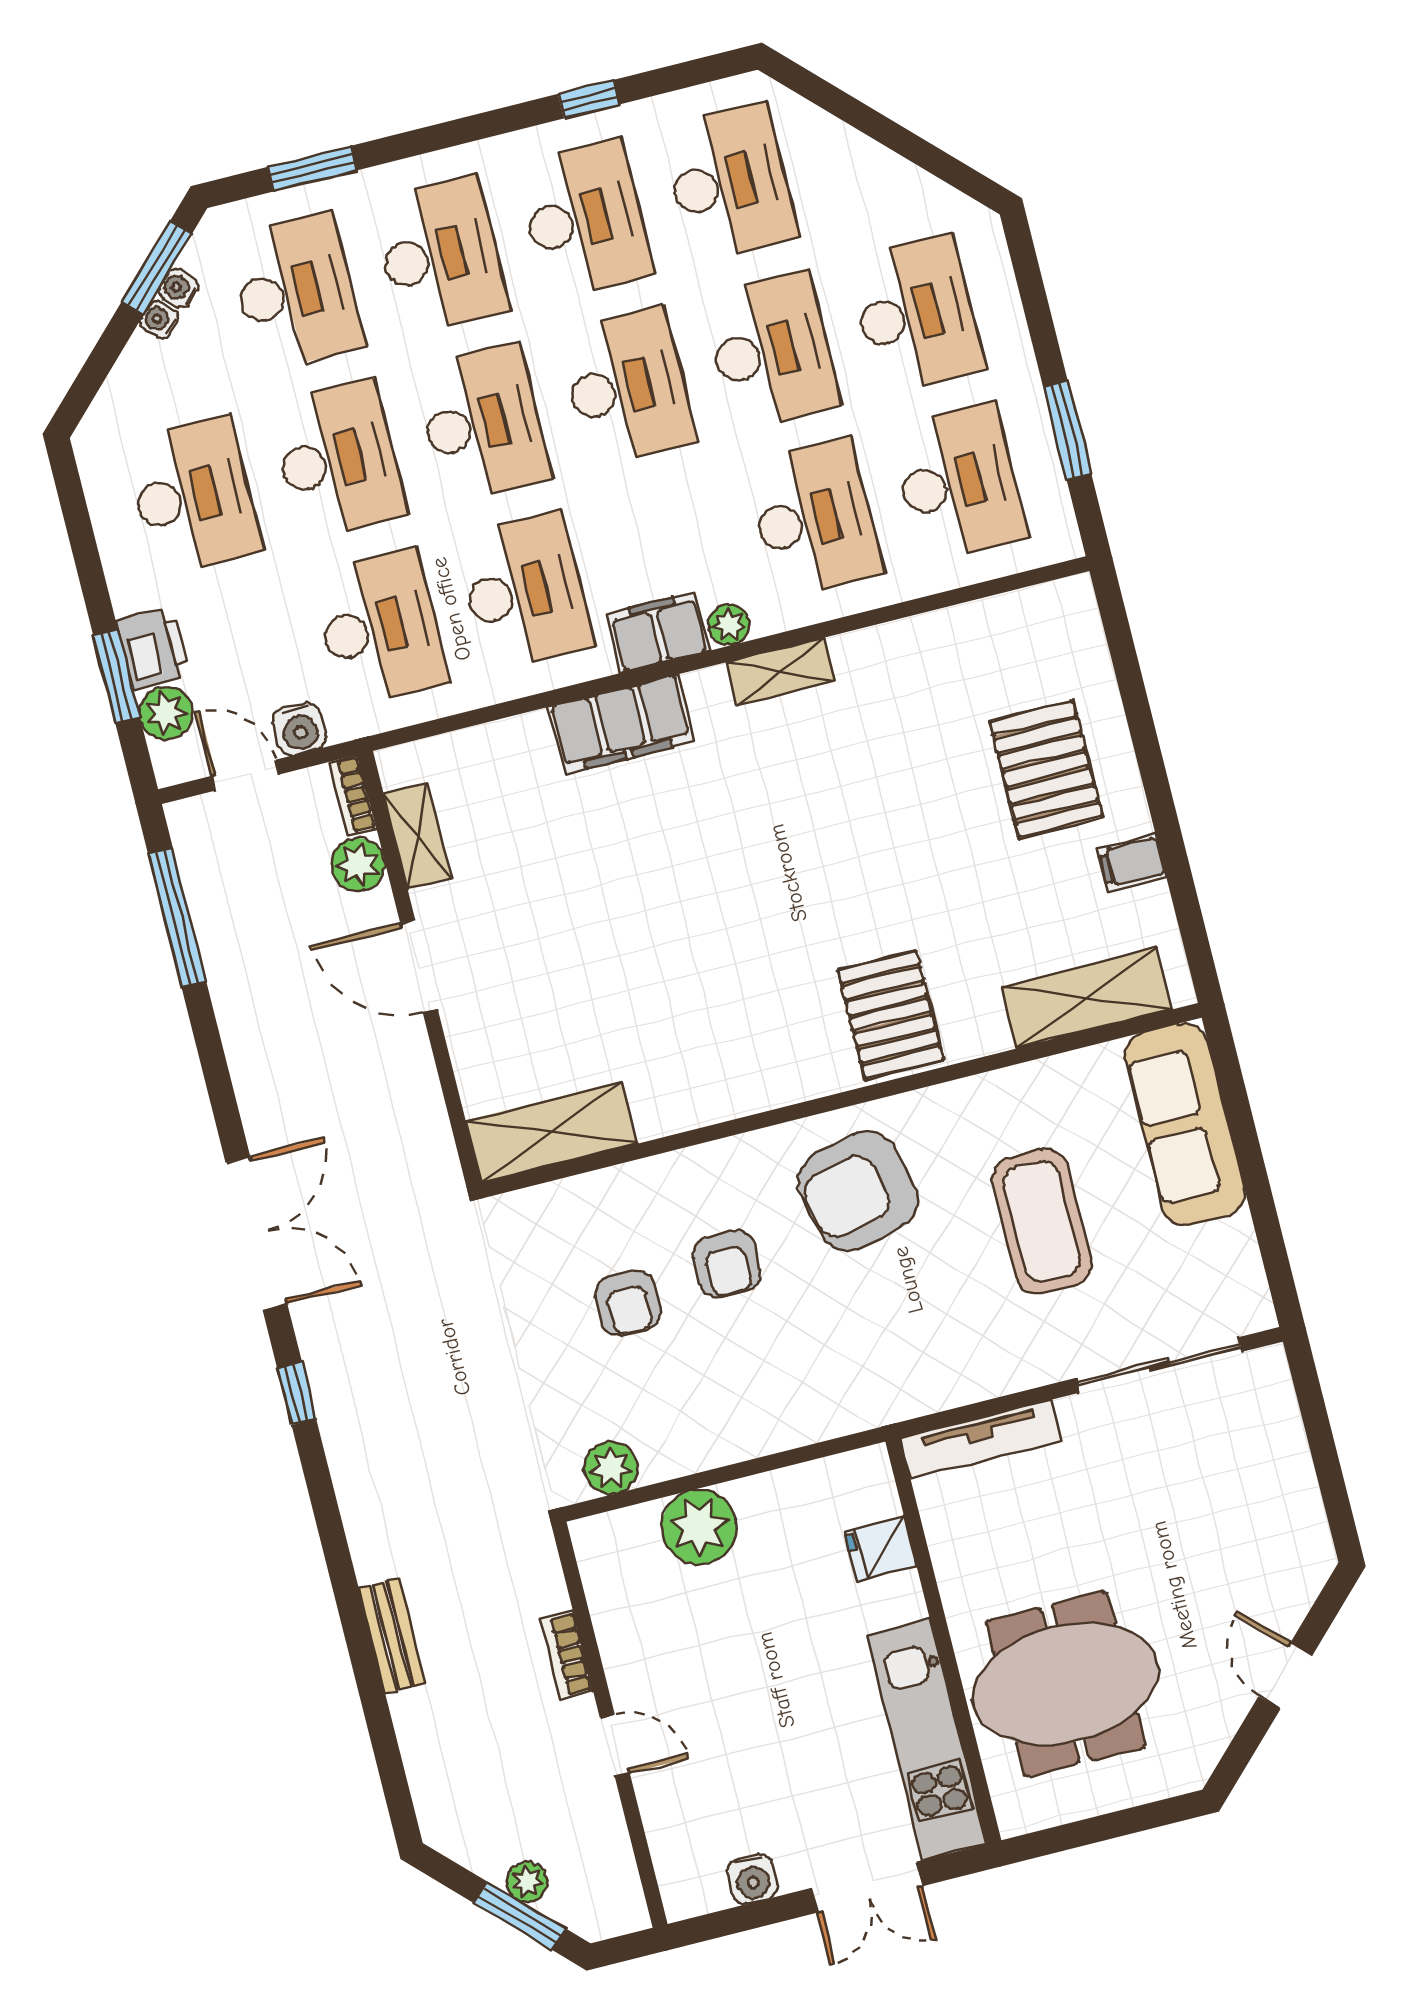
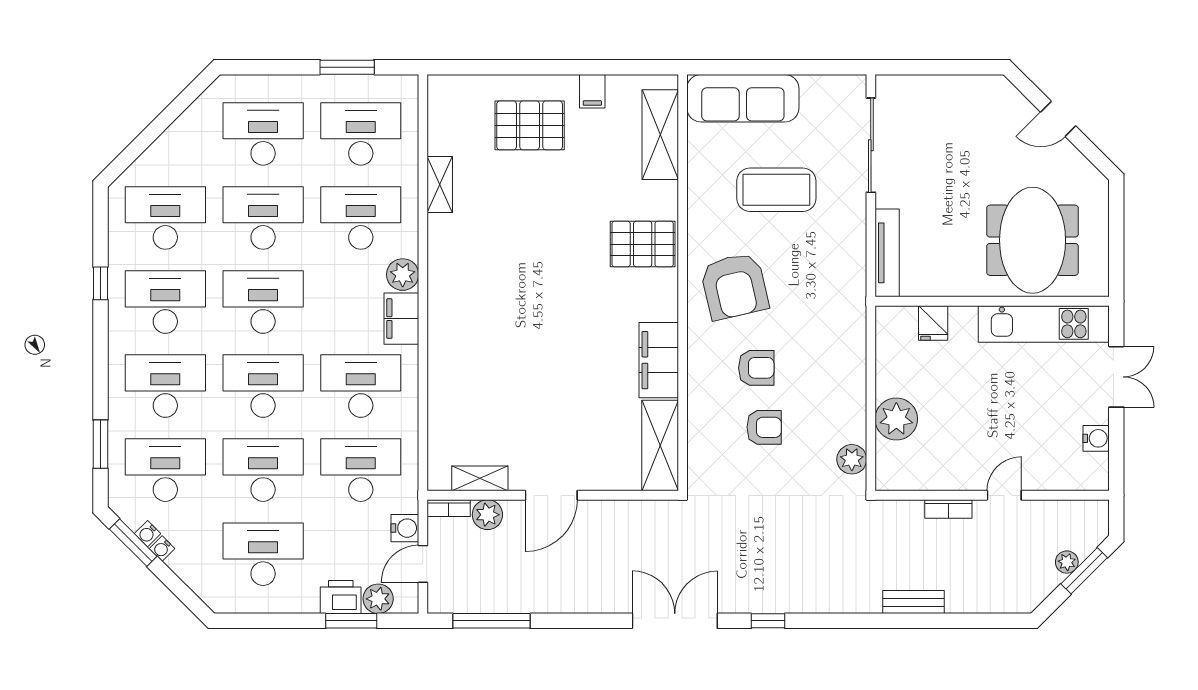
plant: (729, 625) -> (403, 275), width x1.38, depth x1.38
shelving: (781, 672) -> (440, 185), moved
filing cabinet: (622, 724) -> (659, 360), moved, turned 180

